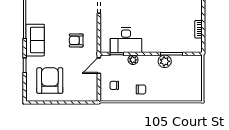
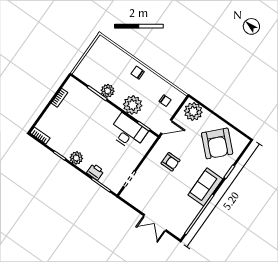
plant: (133, 60) -> (133, 105), width x1.87, depth x1.87
armchair: (50, 81) -> (217, 143), turned -46
chair: (141, 89) -> (138, 73), moved
plant: (86, 92) -> (193, 111), added

